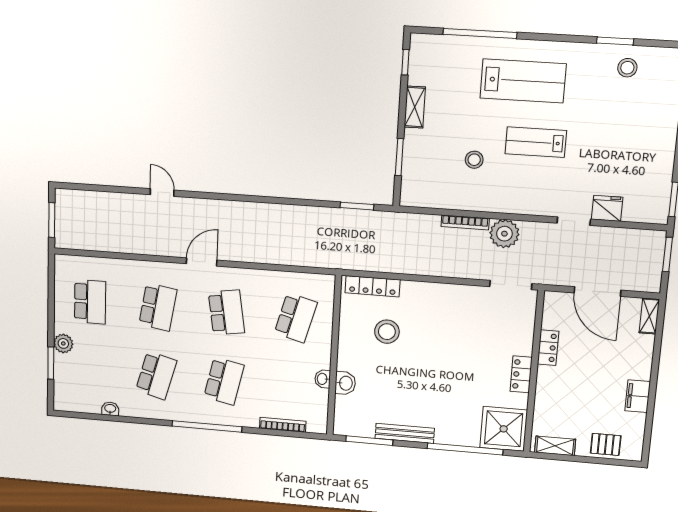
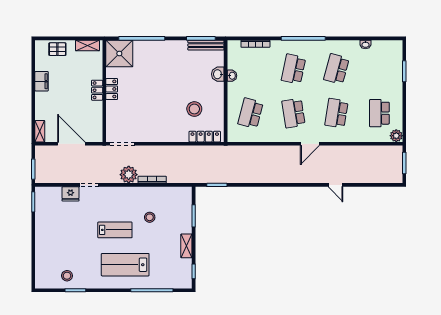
plant: (63, 343) -> (396, 136), moved
locker: (548, 348) -> (97, 90), moved
bench: (405, 433) -> (206, 45), moved

